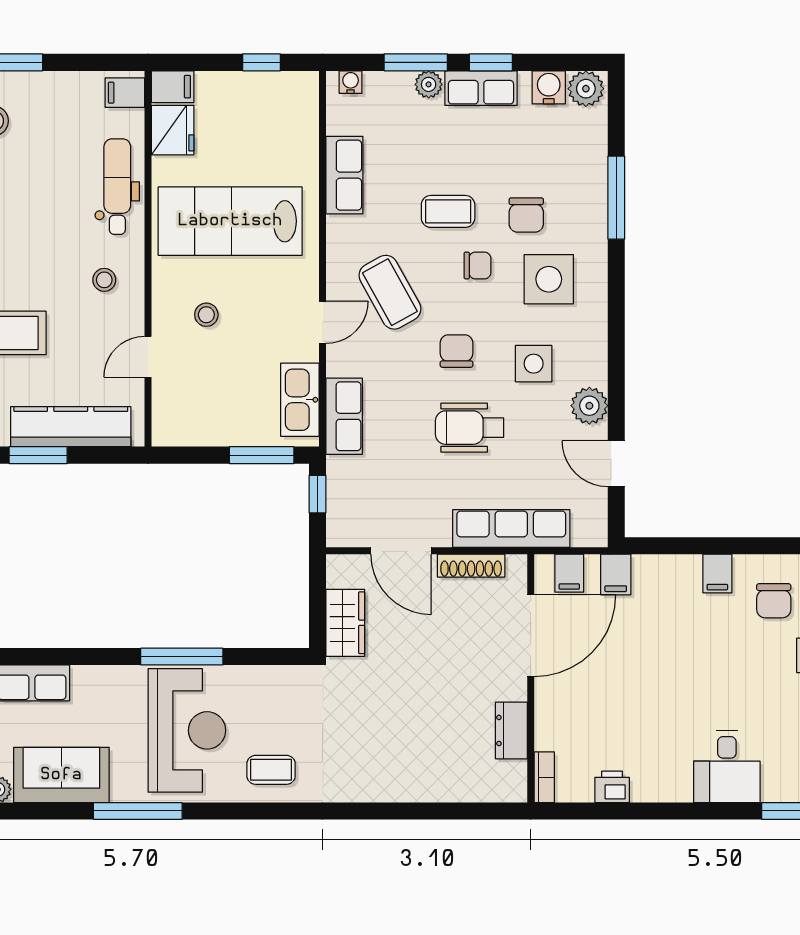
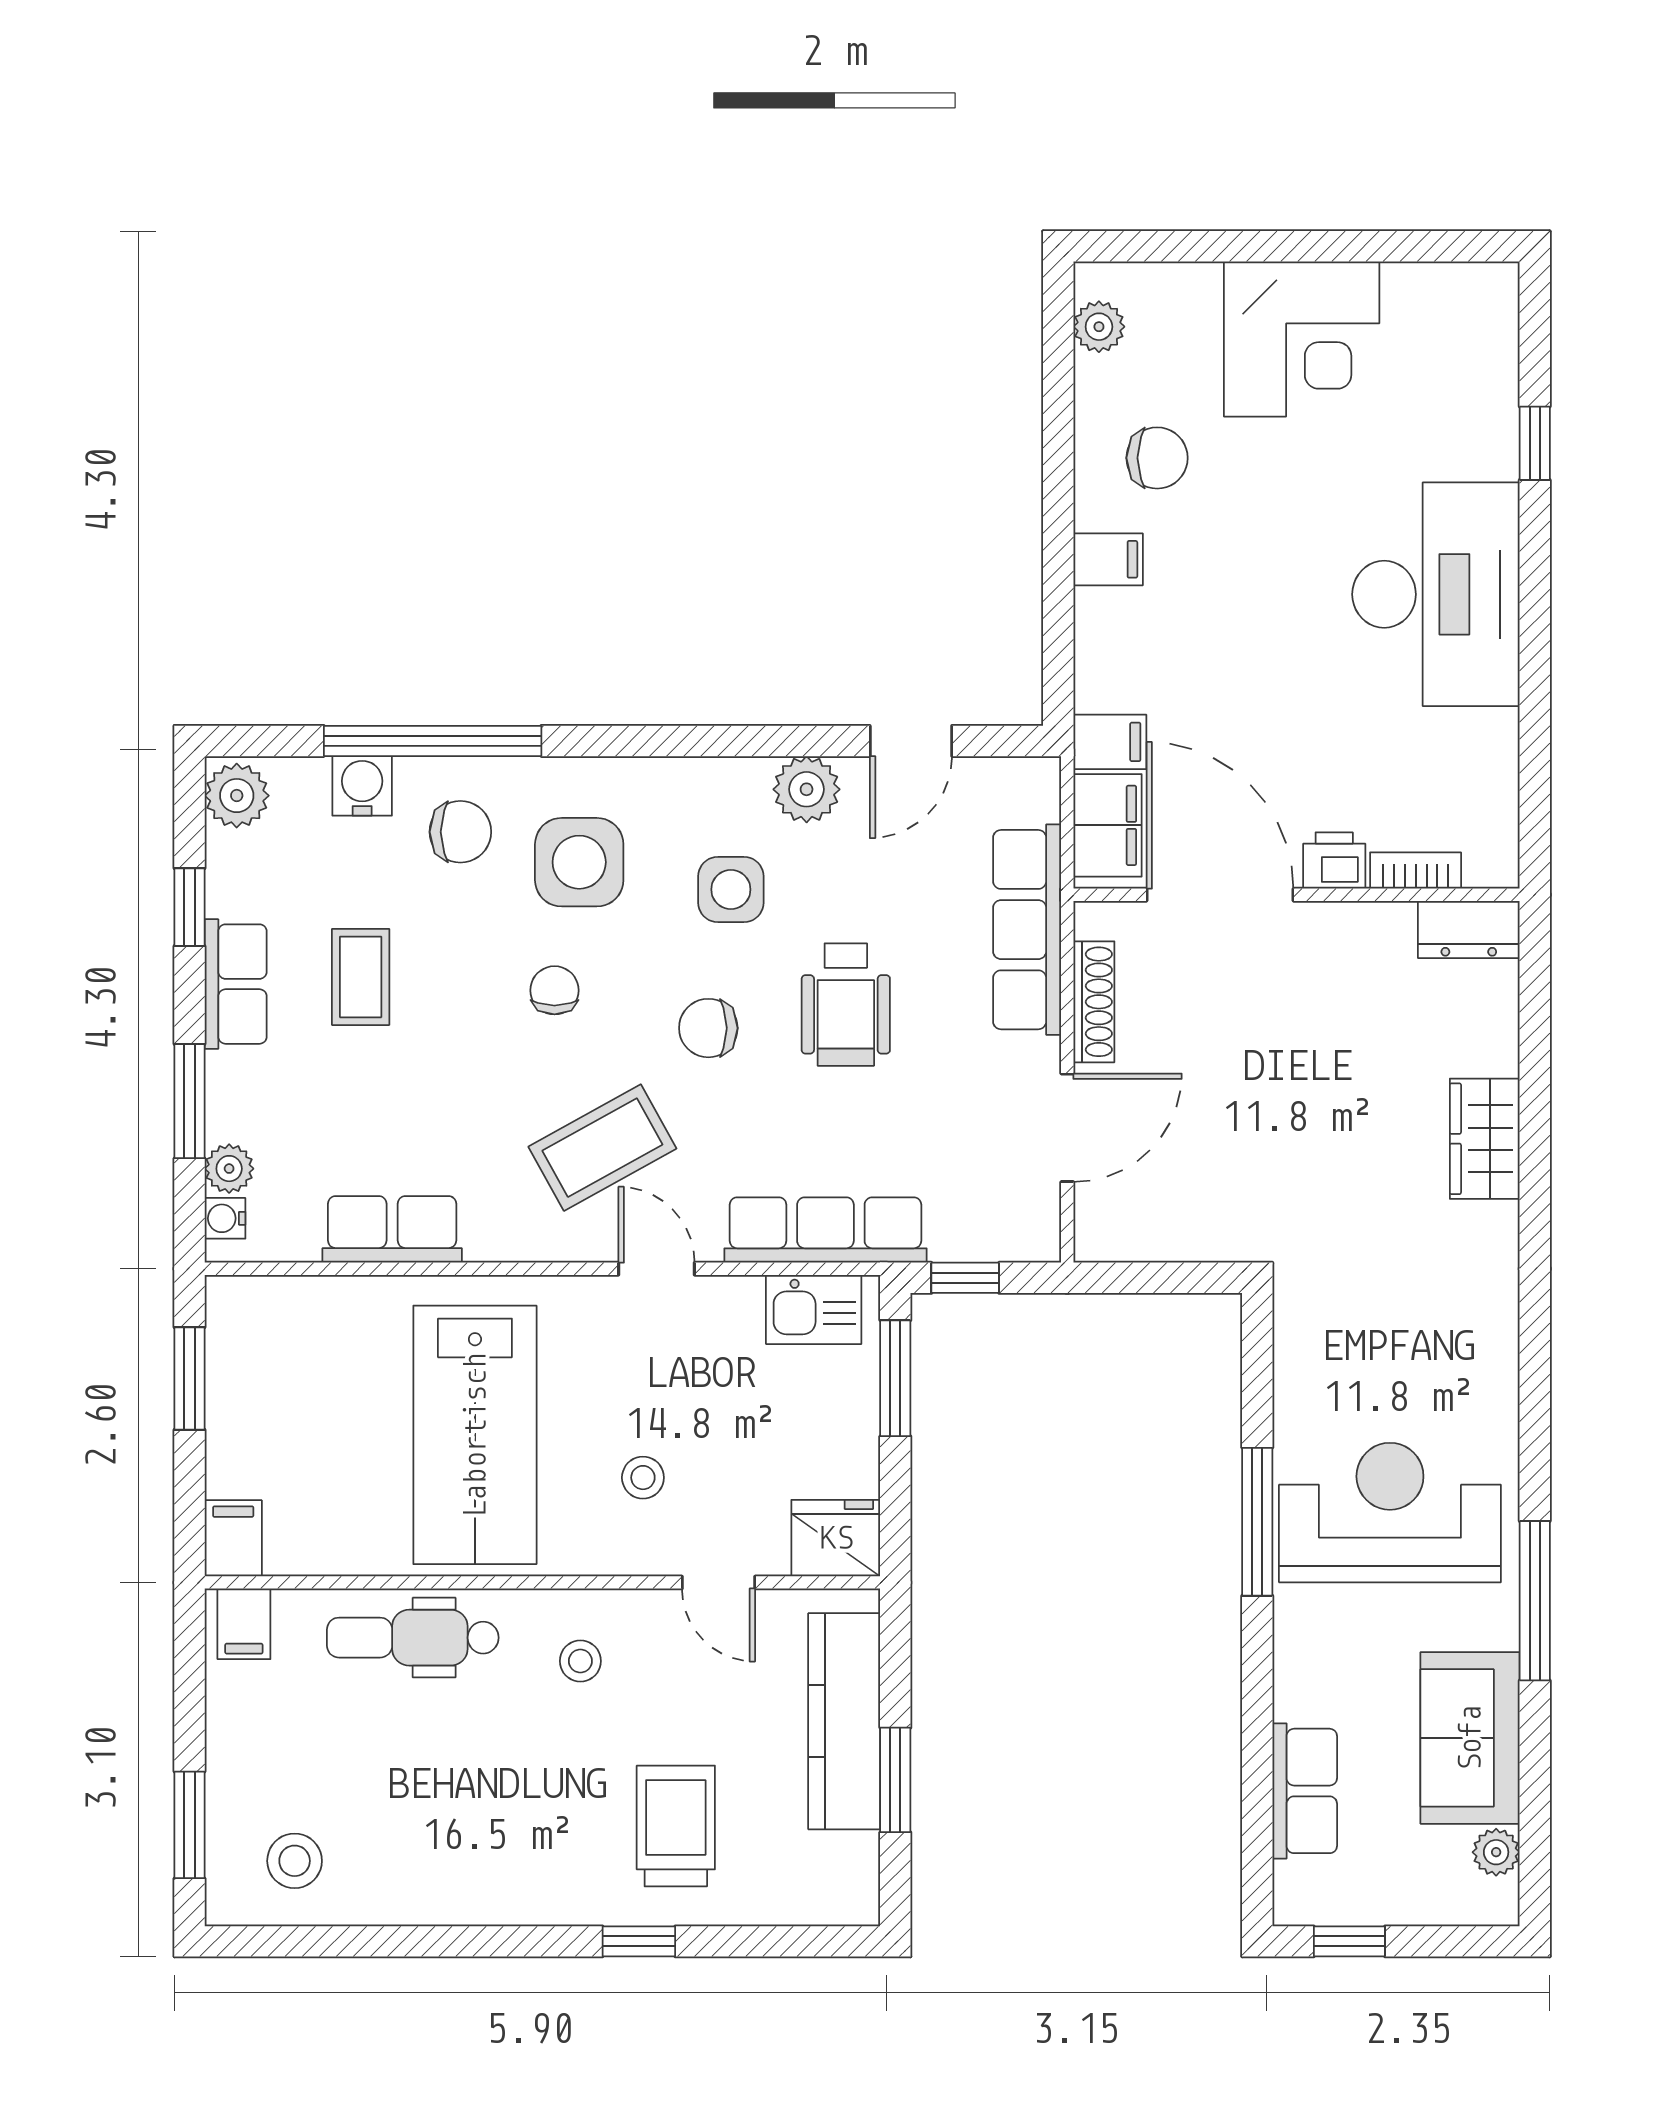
window: (261, 62) -> (190, 1378), width x1.50
window: (491, 62) -> (190, 907), moved
plant: (429, 84) -> (229, 1169), moved
water cooler: (549, 87) -> (362, 786), moved, turned 90
fridge: (173, 130) -> (836, 1538), moved
window: (616, 198) -> (433, 741), width x1.46
coffee table: (448, 211) -> (361, 977), moved
chair: (526, 215) -> (460, 832), moved
kitchen sink: (300, 400) -> (814, 1309), width x0.73
row of seats: (344, 416) -> (825, 1230), width x1.48
filing cabinet: (569, 573) -> (1107, 825), width x2.00
wardrobe: (345, 623) -> (1485, 1139), moved, turned -90
dresser: (511, 730) -> (1469, 929), moved
desk: (727, 767) -> (1436, 594), width x1.87, depth x1.30
coffee table: (271, 770) -> (1461, 1361), removed
bookcase: (544, 777) -> (1416, 871), moved
printer: (612, 787) -> (1334, 860), moved, turned 90

